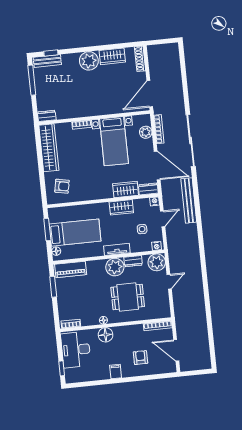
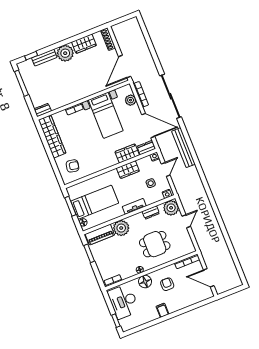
bench: (47, 61) -> (44, 58), moved
plant: (115, 267) -> (121, 228), moved
armchair: (141, 358) -> (167, 284), moved

